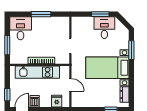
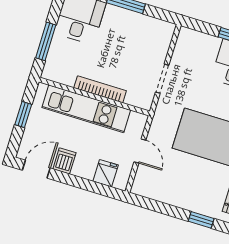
window: (7, 95) -> (23, 115), moved

